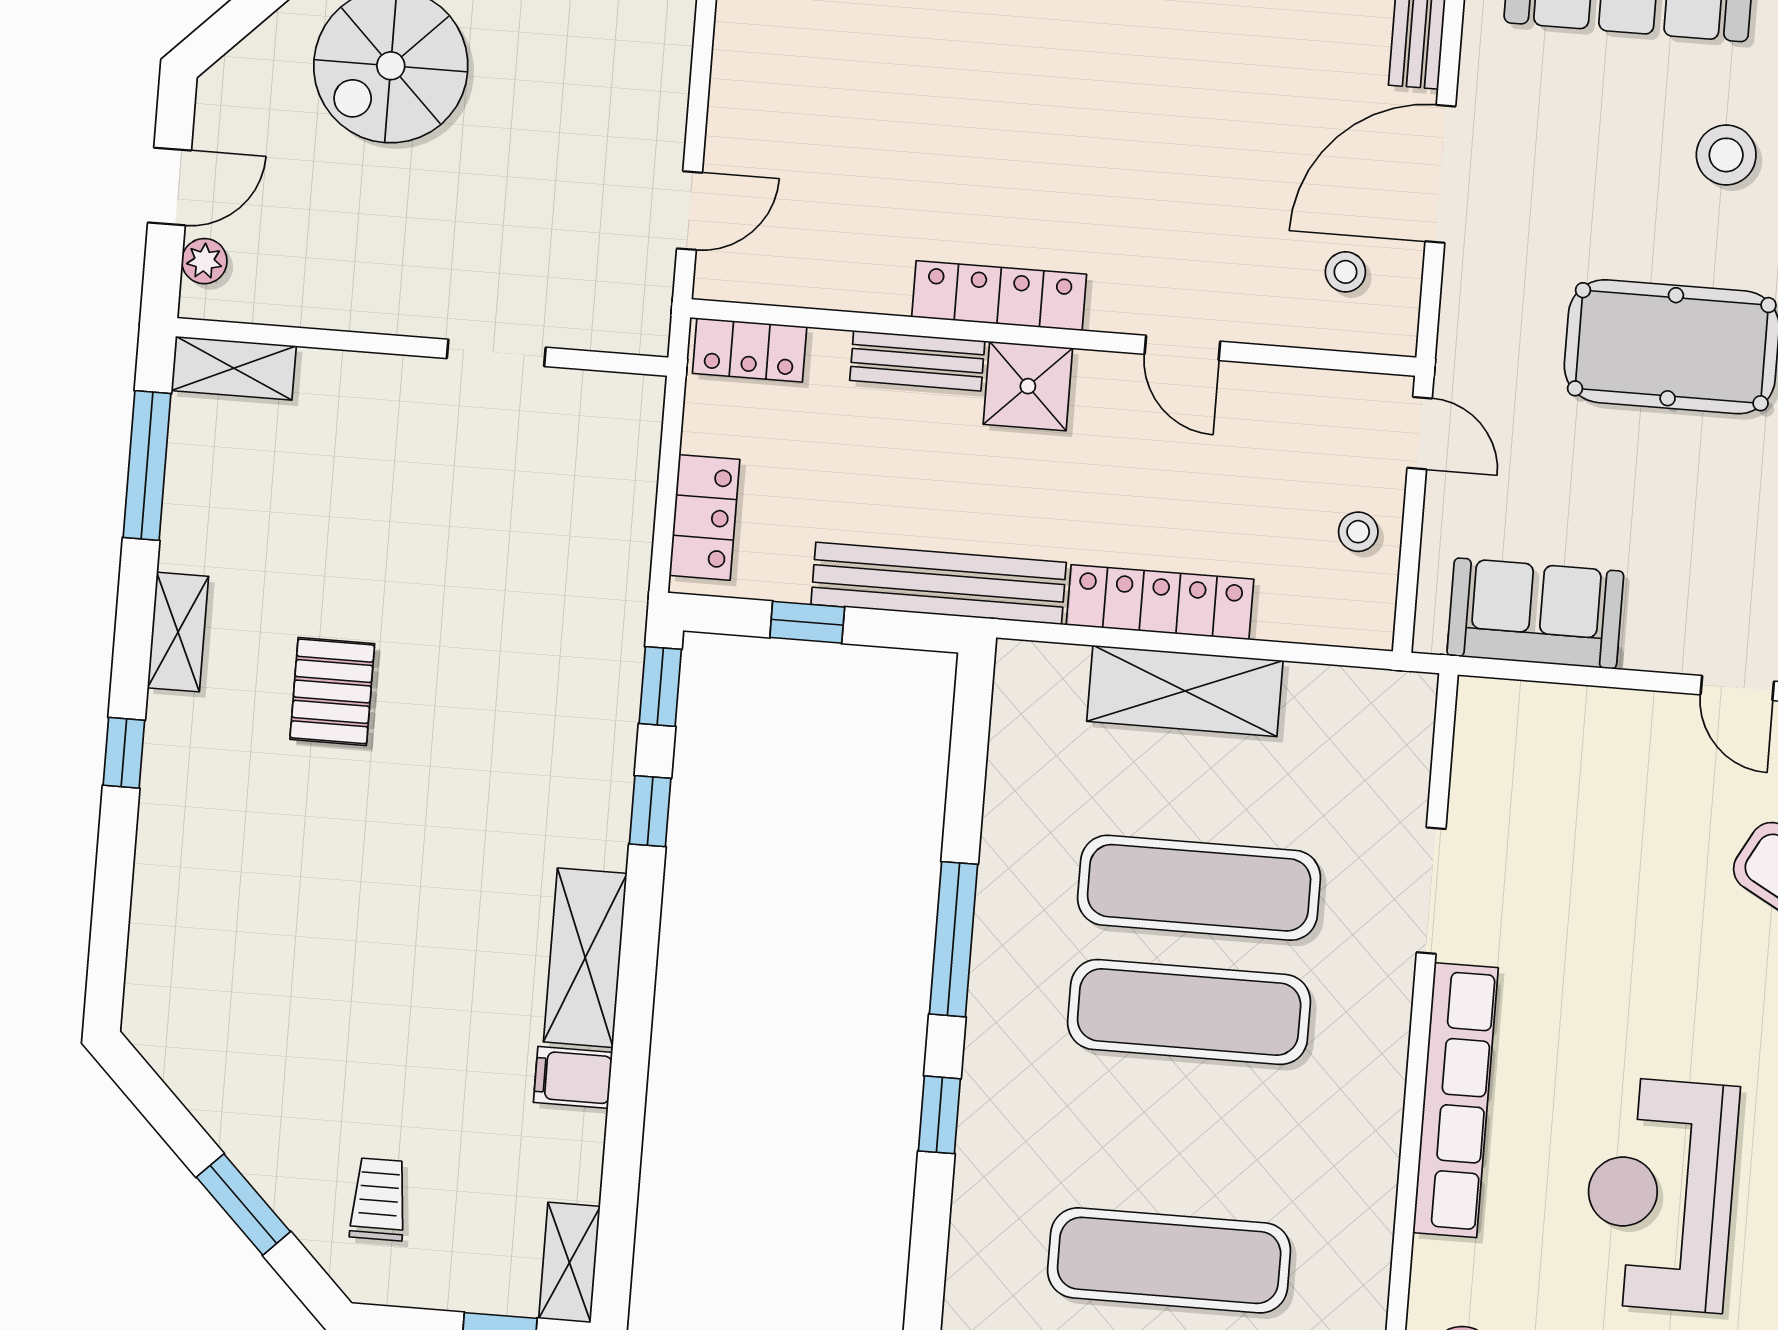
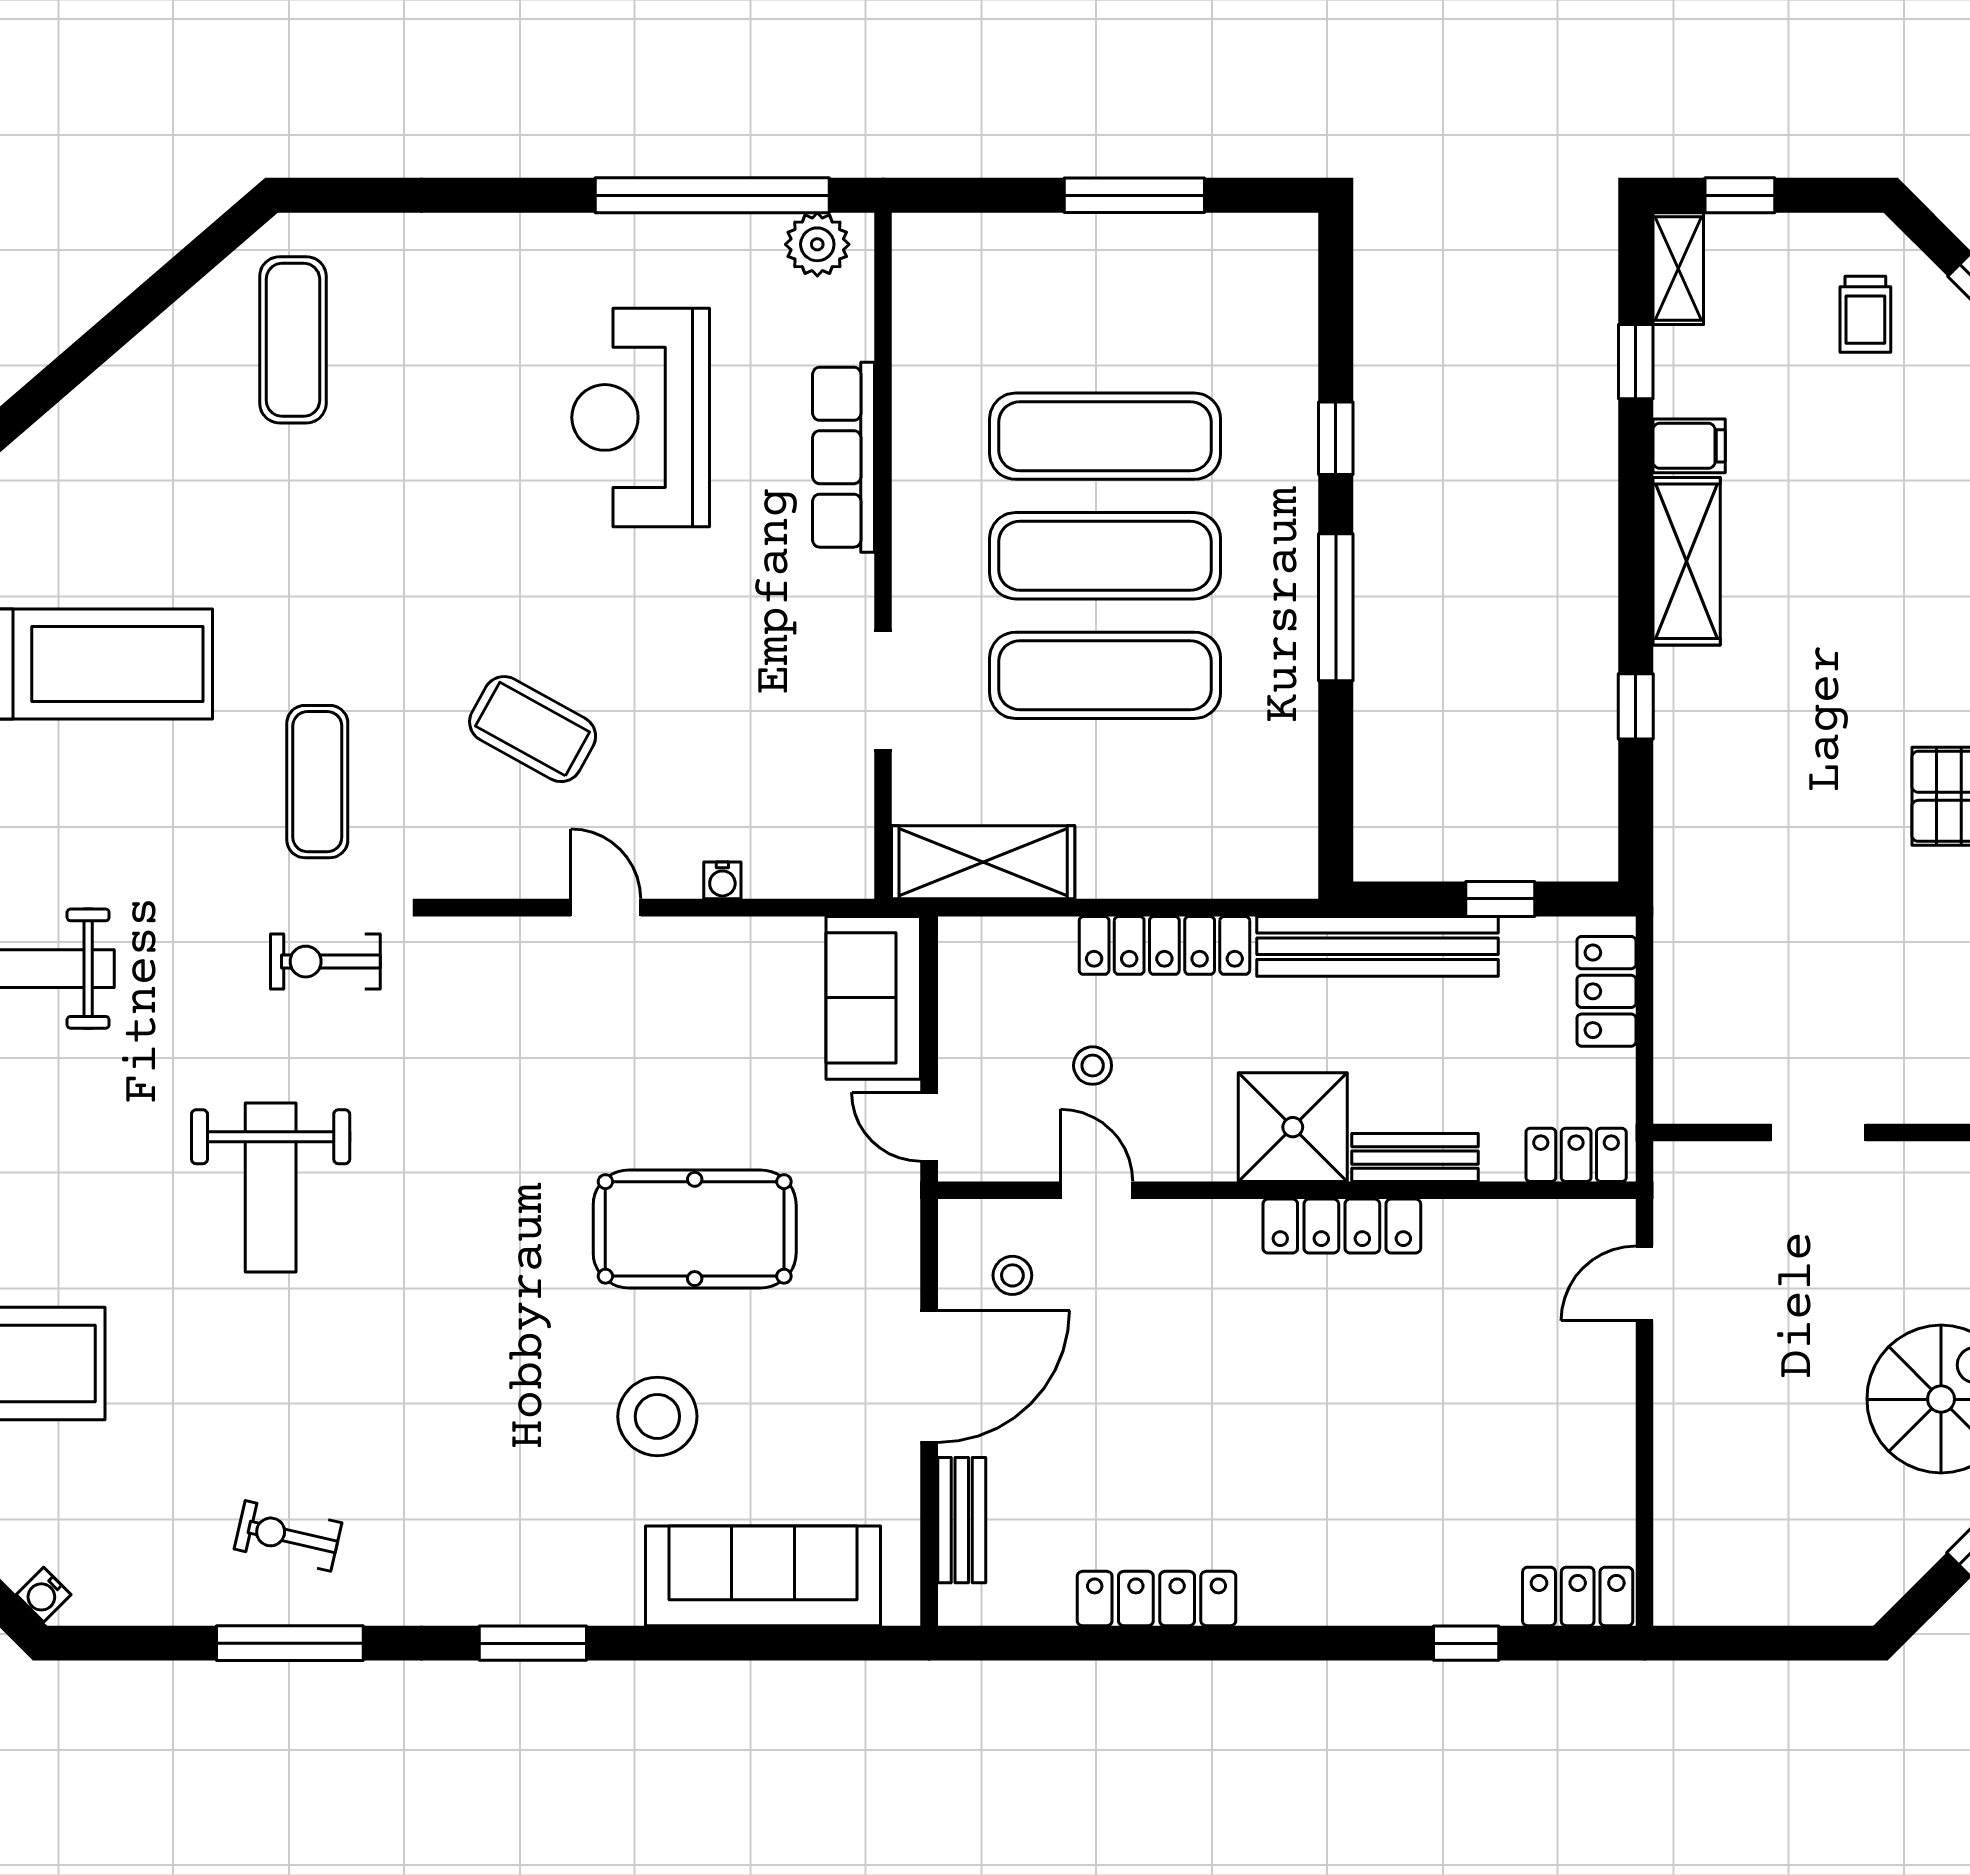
stool: (1726, 155) -> (657, 1416), width x1.38, depth x1.38
door: (1182, 348) -> (1097, 1190), moved
shower: (1028, 386) -> (1293, 1127), width x1.36, depth x1.36
stool: (1358, 532) -> (1093, 1066), moved
sofa: (1535, 613) -> (873, 998), moved, turned 90
window: (660, 686) -> (1636, 362), moved
shelving: (1185, 691) -> (983, 862), moved
water cooler: (1614, 707) -> (722, 880), added
row of seats: (1455, 1100) -> (844, 457), width x0.73
reception desk: (1660, 1195) -> (641, 417), turned 180
exercise mat: (1169, 1260) -> (1105, 436), moved

